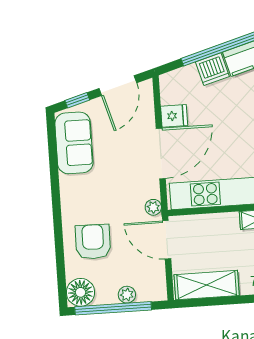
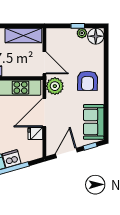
plant: (153, 207) -> (55, 86), width x1.88, depth x1.88
armchair: (93, 242) -> (88, 81), moved
plant: (127, 295) -> (82, 33), moved
window: (113, 308) -> (78, 26), width x0.32

